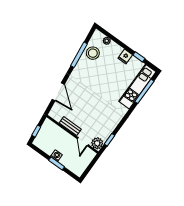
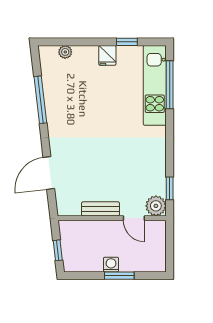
stool: (93, 53) -> (58, 83), removed
door: (58, 92) -> (49, 173), swing flipped

